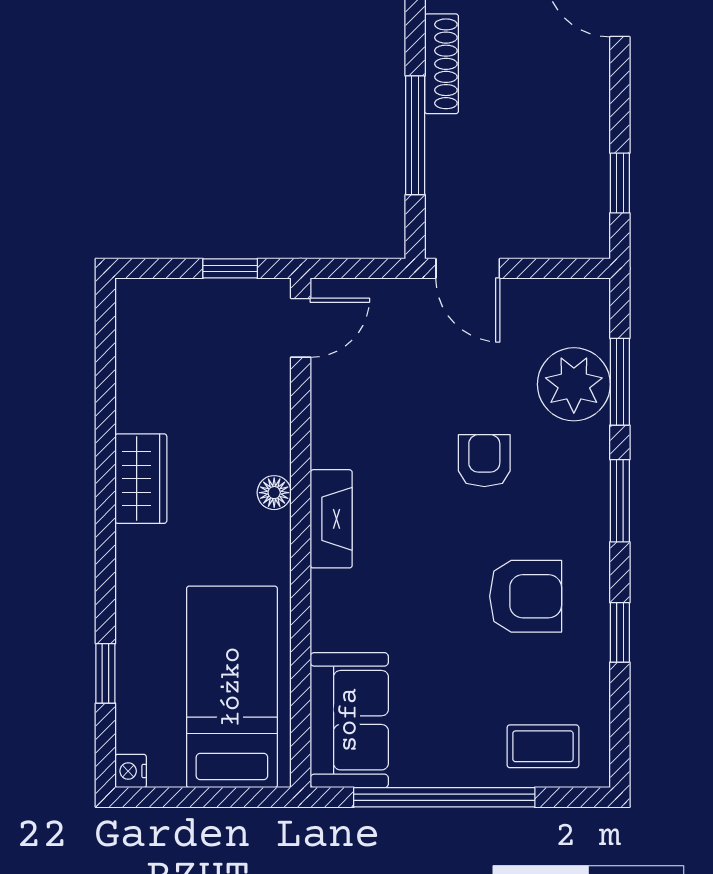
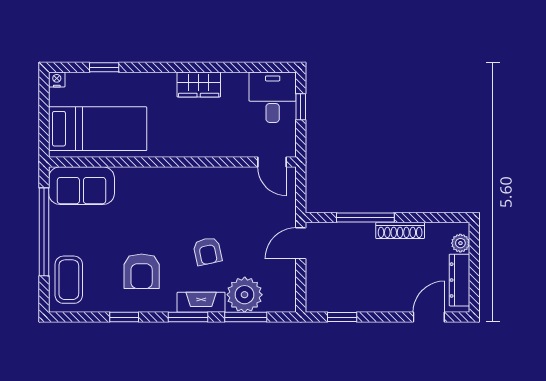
window: (230, 268) -> (301, 107), moved
desk: (167, 326) -> (273, 97), added
armchair: (484, 461) -> (207, 251), turned 78
floor lamp: (274, 493) -> (192, 149), removed
fireplace: (331, 519) -> (201, 302), moved, turned 180
coffee table: (543, 746) -> (69, 280), width x1.36, depth x1.30

